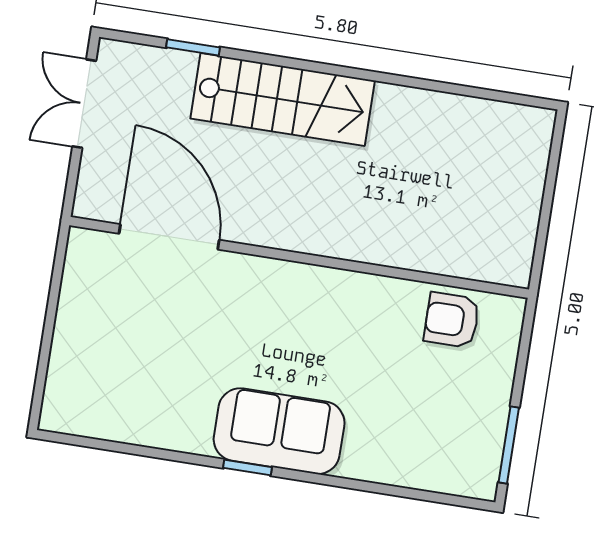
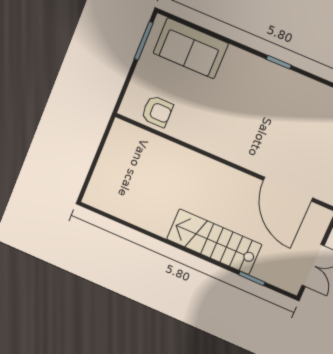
sofa: (279, 431) -> (191, 48), moved

